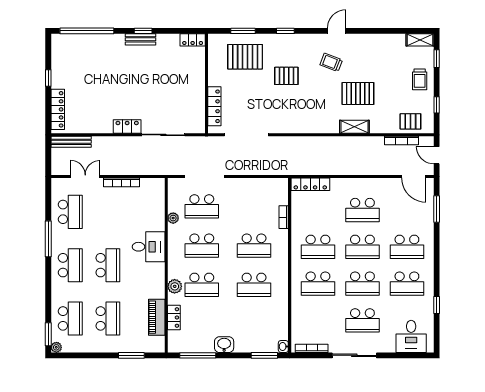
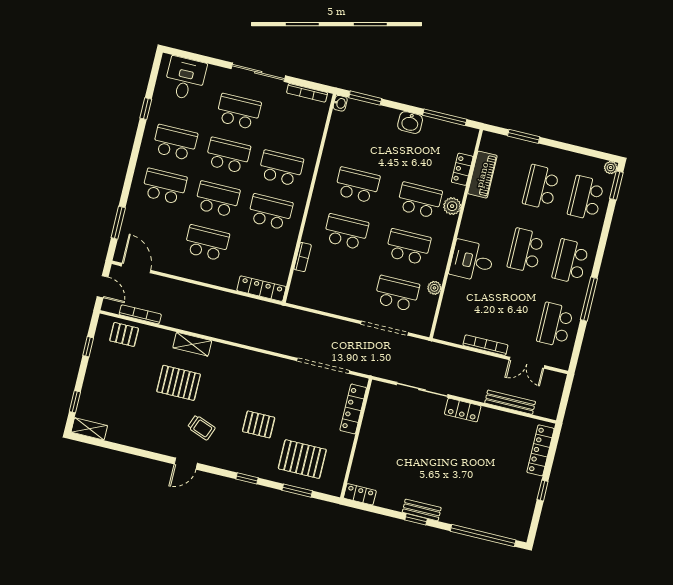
trolley: (420, 79) -> (101, 382), removed
bench: (71, 142) -> (510, 402), moved

